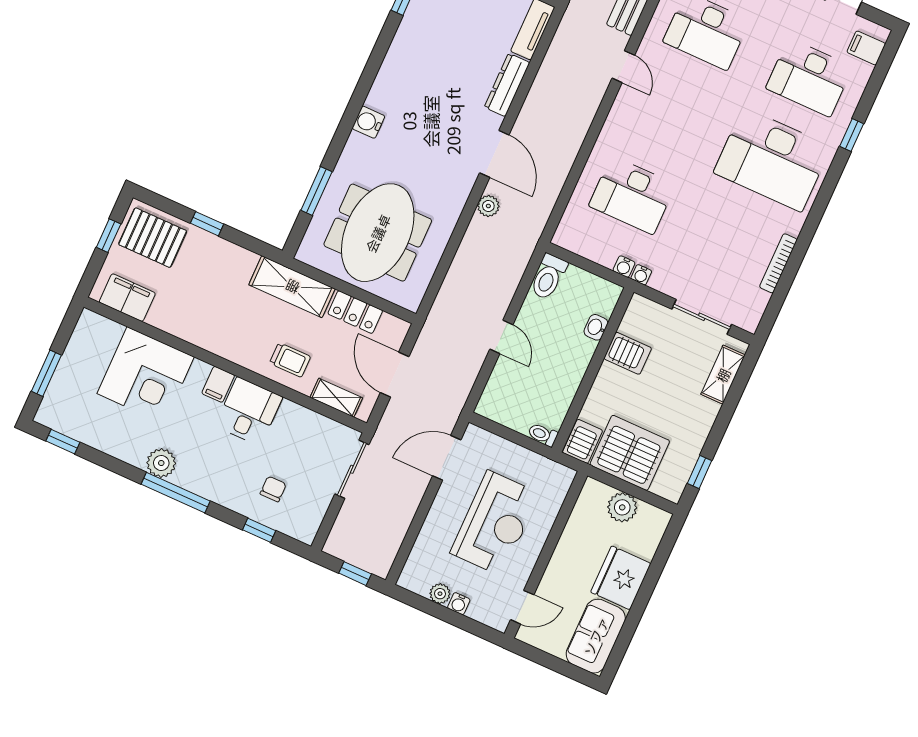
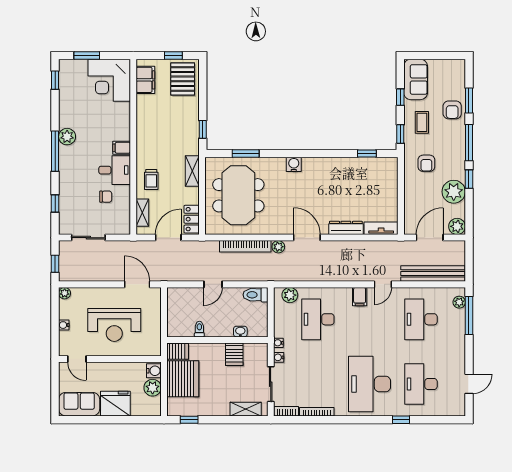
filing cabinet: (866, 48) -> (360, 297), moved, turned 180
door: (494, 154) -> (307, 238), swing flipped
plant: (573, 222) -> (290, 295), added
window: (207, 224) -> (203, 129), moved
meeting table: (378, 233) -> (238, 195), turned 90
bookcase: (464, 258) -> (245, 246), added
water cooler: (624, 267) -> (279, 357), moved
shelving: (292, 287) -> (192, 171), width x0.67, depth x0.75
bookcase: (756, 311) -> (286, 411), added
locker: (355, 312) -> (192, 219), moved
corner desk: (146, 375) -> (109, 80), moved
toilet: (543, 435) -> (199, 329), moved
sliding door: (352, 469) -> (88, 238), moved
chair: (273, 489) -> (106, 197), moved
water cooler: (596, 493) -> (154, 371), added
plant: (440, 594) -> (65, 293), moved

